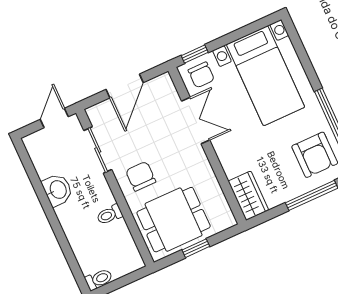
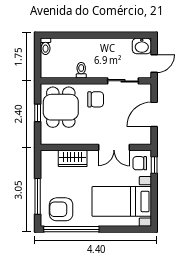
door: (125, 86) -> (154, 114), hinge flipped
door: (54, 118) -> (154, 64), hinge flipped
washbasin: (58, 190) -> (142, 46), moved
wardrobe: (248, 196) -> (73, 158), moved

